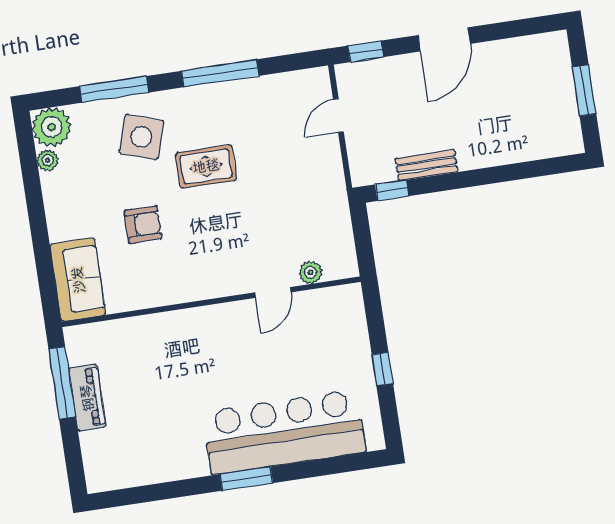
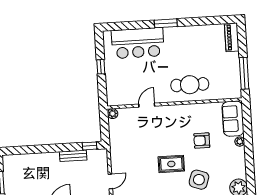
plant: (48, 160) -> (240, 142), moved
plant: (310, 272) -> (113, 114), moved
cafe table: (181, 347) -> (190, 85), added
piano: (87, 398) -> (232, 37), moved
bar counter: (284, 432) -> (138, 43), width x0.73

